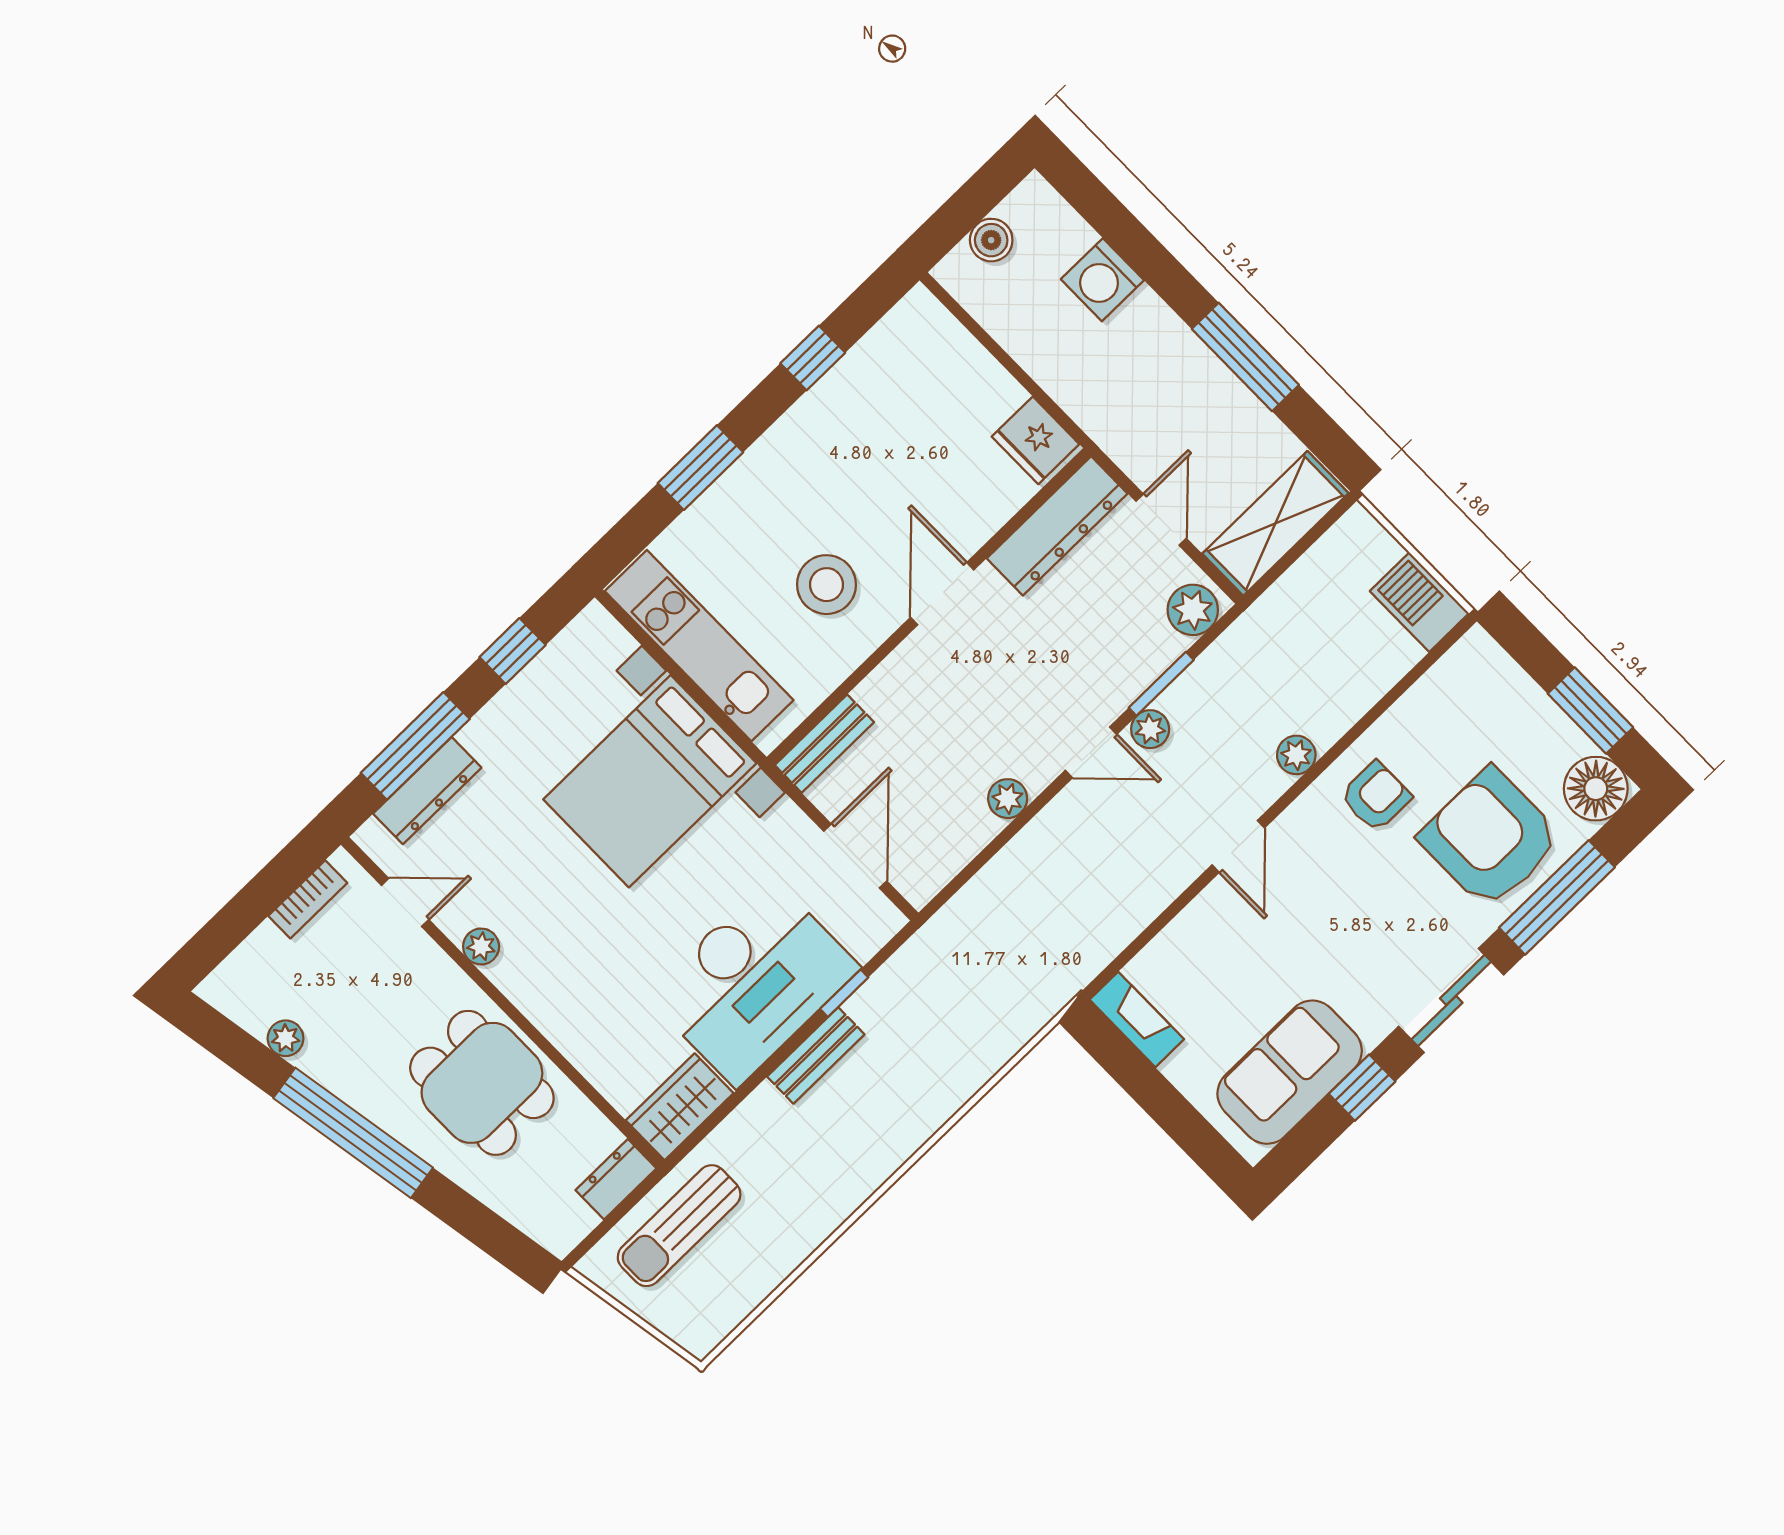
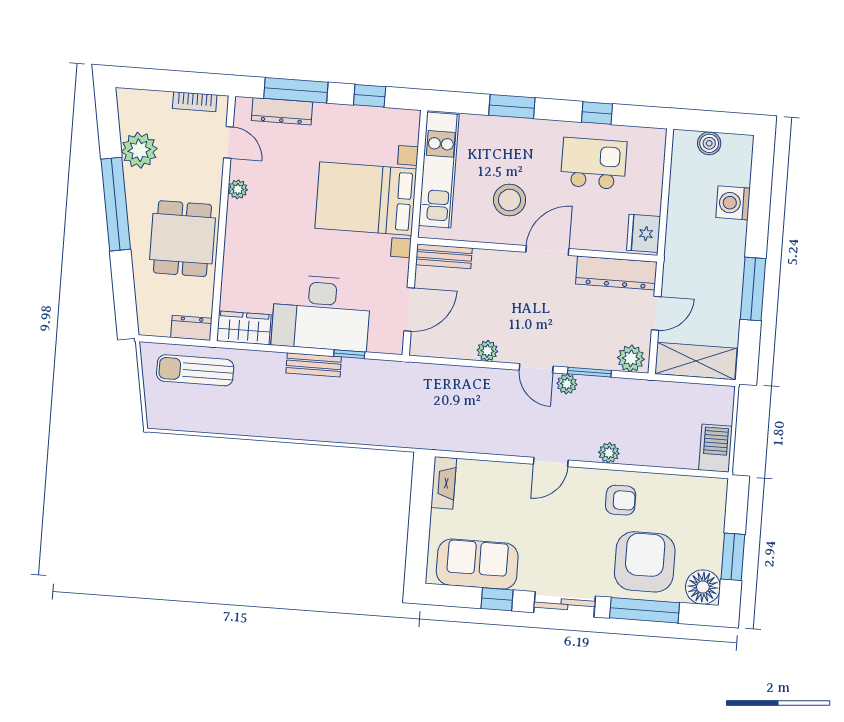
kitchen island: (878, 424) -> (594, 163), added
plant: (286, 1038) -> (139, 150), width x1.88, depth x1.88

